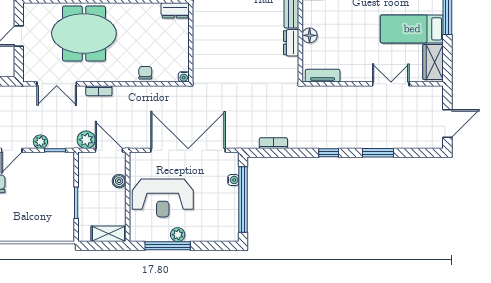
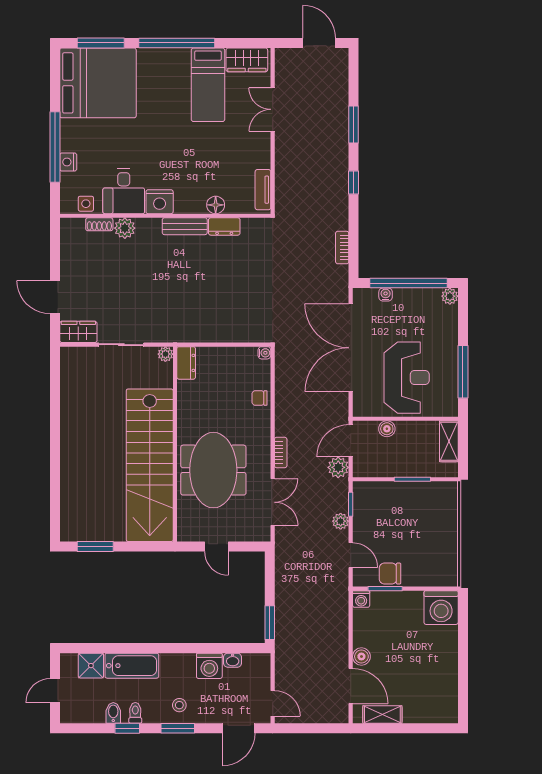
plant: (178, 235) -> (450, 296), moved

